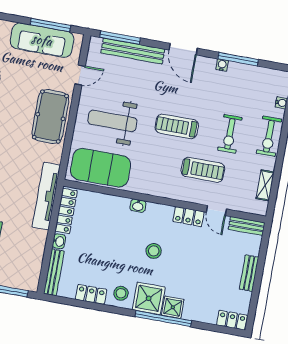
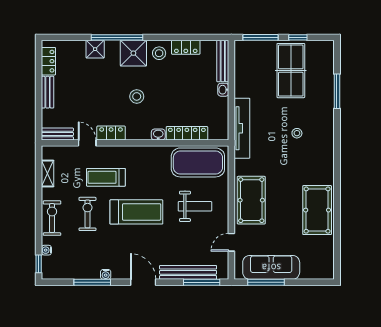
weight bench: (112, 121) -> (195, 206), width x0.73, depth x0.75
treadmill: (177, 126) -> (136, 212), width x1.37, depth x1.38
locker: (66, 211) -> (187, 133), moved, turned 90
shower: (173, 307) -> (95, 49), moved
locker: (232, 320) -> (48, 61), moved, turned -90

